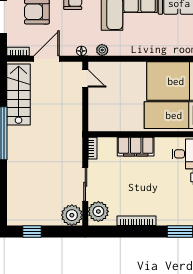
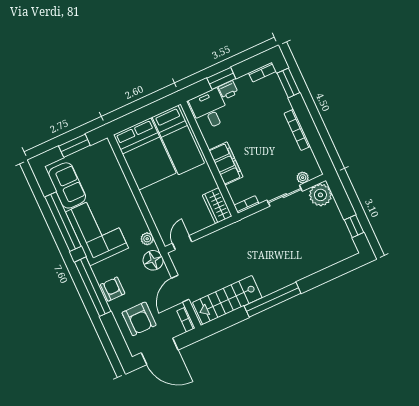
floor lamp: (81, 51) -> (153, 260), width x1.89, depth x1.89
door: (47, 59) -> (180, 289), hinge flipped
wardrobe: (103, 123) -> (217, 206), added
plant: (98, 211) -> (303, 178), width x0.53, depth x0.53

